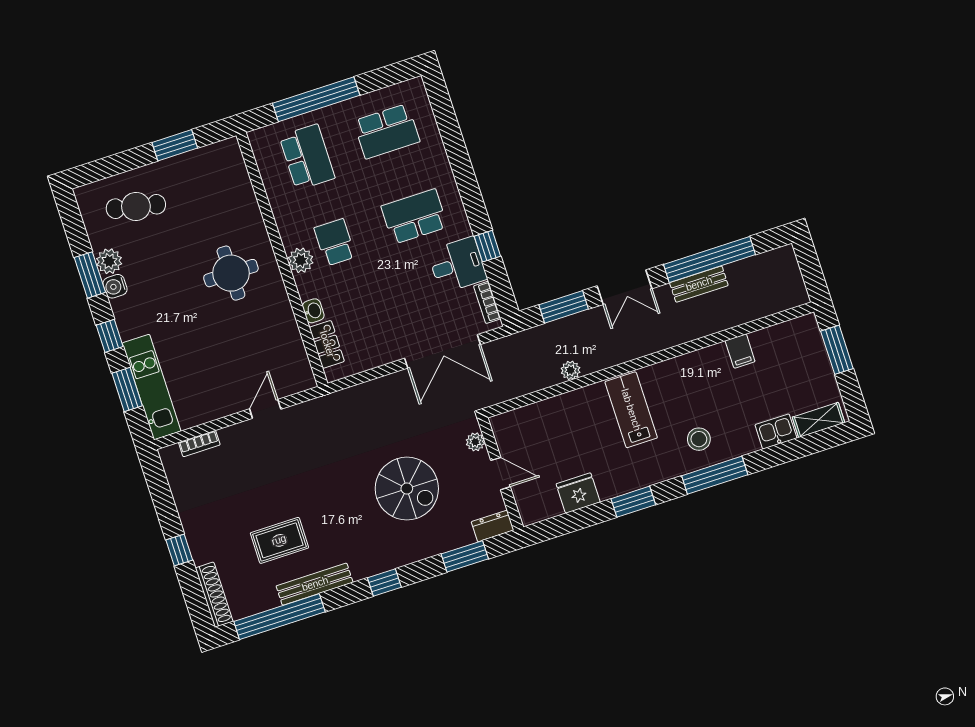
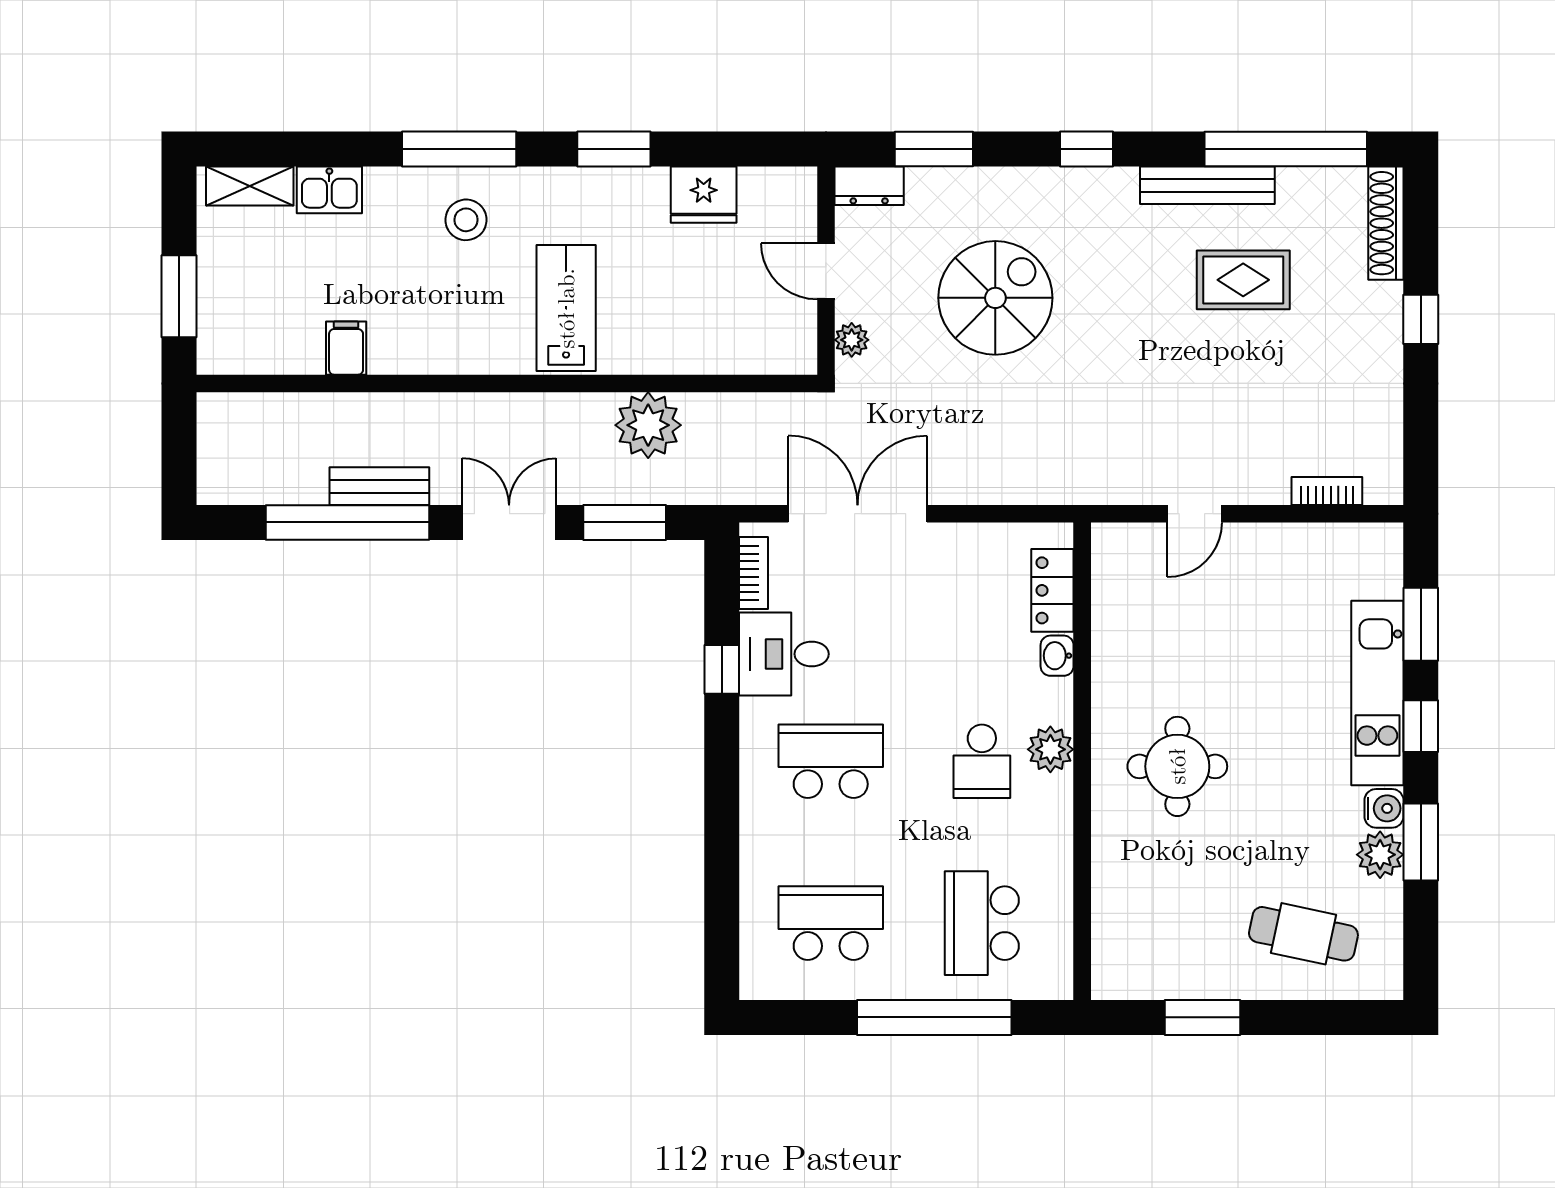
school desk: (414, 216) -> (831, 761), turned 180
plant: (571, 370) -> (648, 425), width x1.87, depth x1.87
kitchen unit: (152, 387) -> (1377, 693), moved
lab bench: (631, 410) -> (566, 308), turned 180
spiral stairs: (407, 489) -> (995, 298), turned 90

